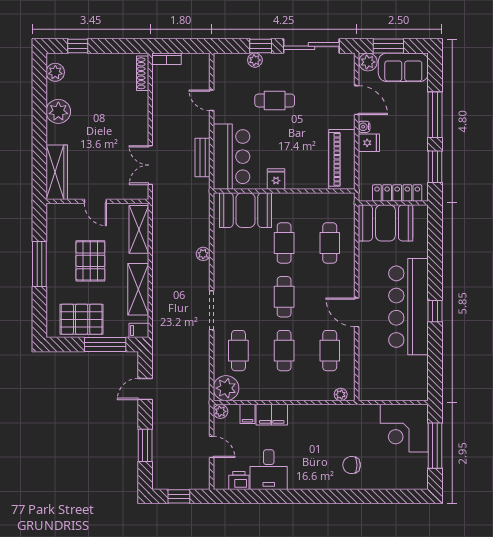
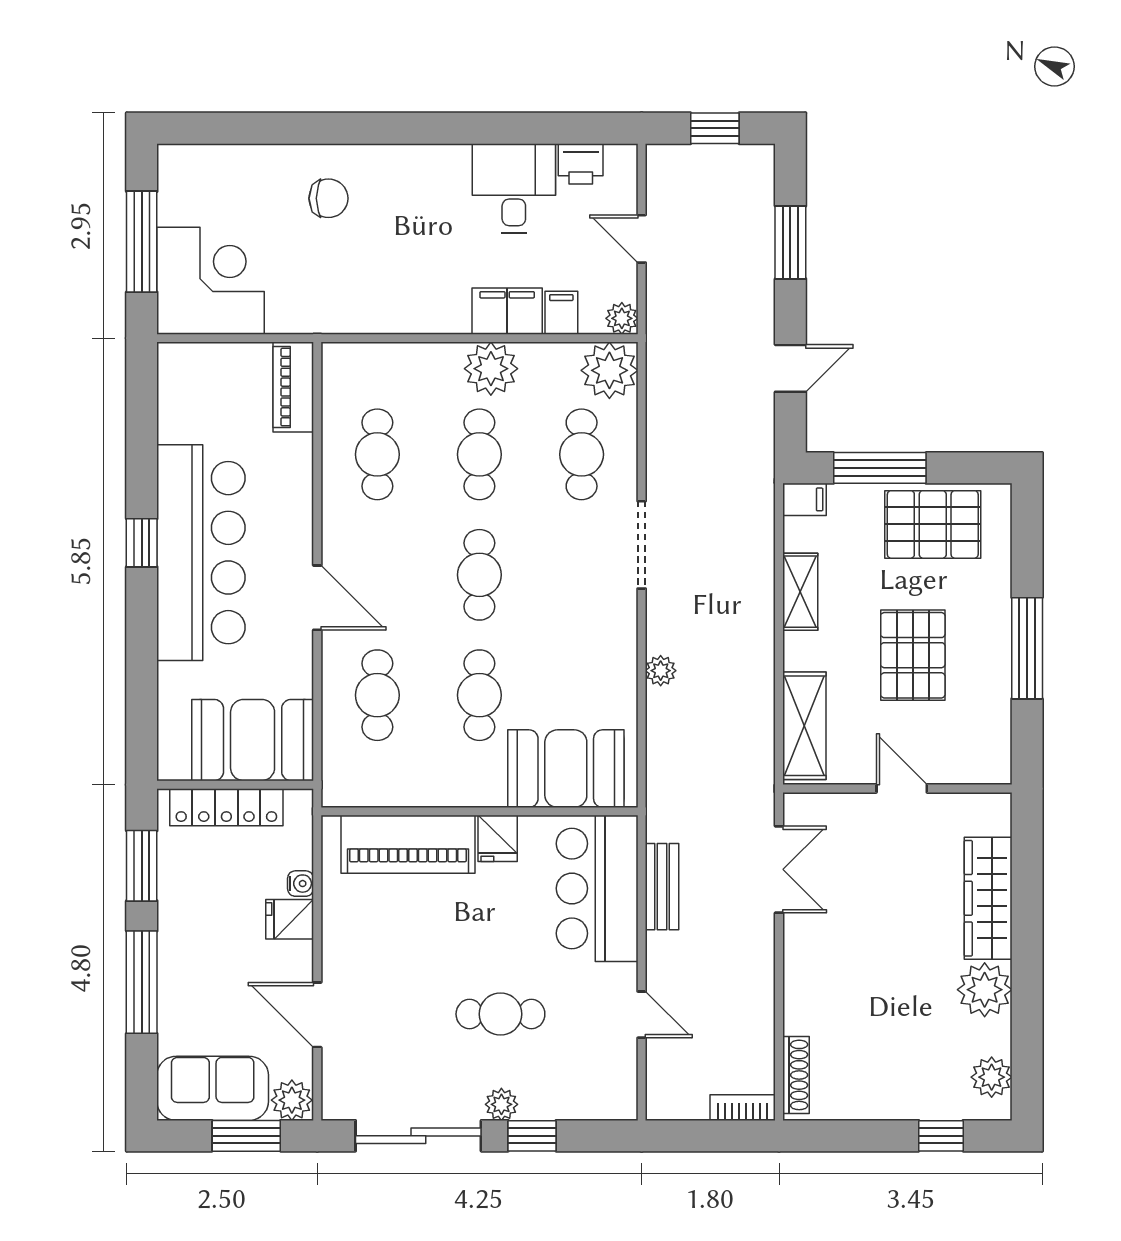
plant: (255, 60) -> (501, 1104), moved
water cooler: (364, 127) -> (301, 884), moved
piano: (342, 159) -> (408, 844), moved, turned 90
wardrobe: (57, 172) -> (988, 898), moved
shelving: (138, 289) -> (800, 592), width x0.67, depth x0.75
door: (357, 312) -> (317, 598), moved
piano: (367, 381) -> (293, 387), added
plant: (341, 394) -> (491, 369), moved, width x1.88, depth x1.88

